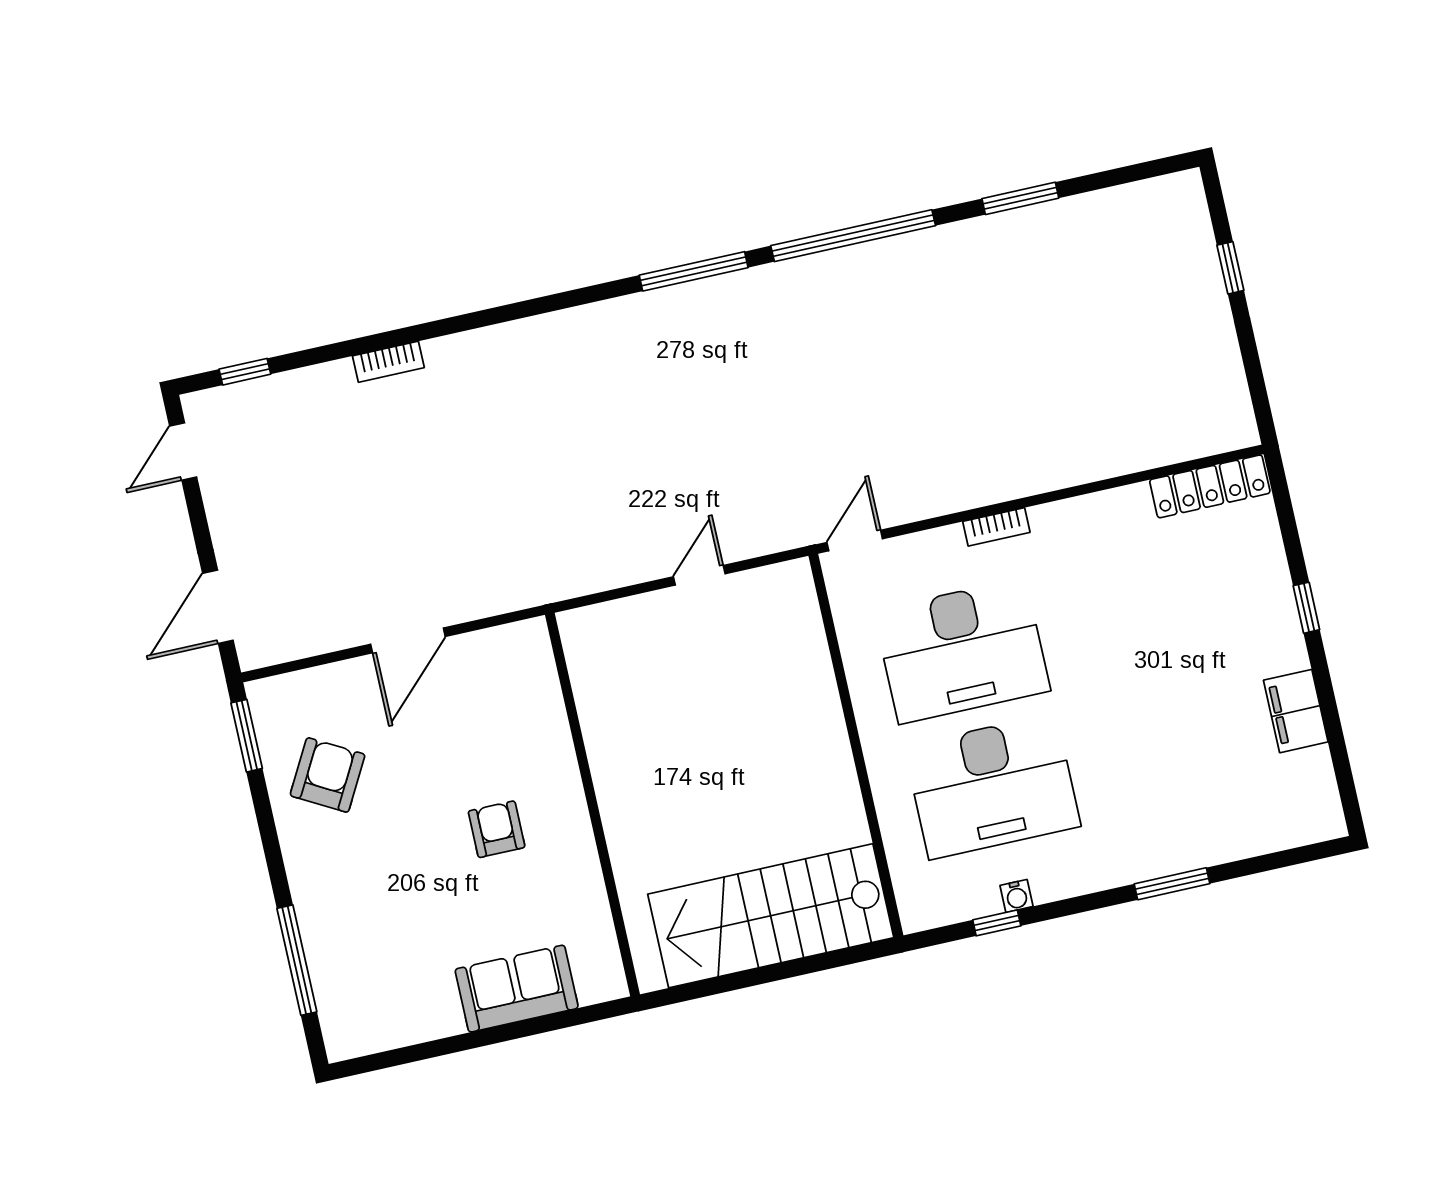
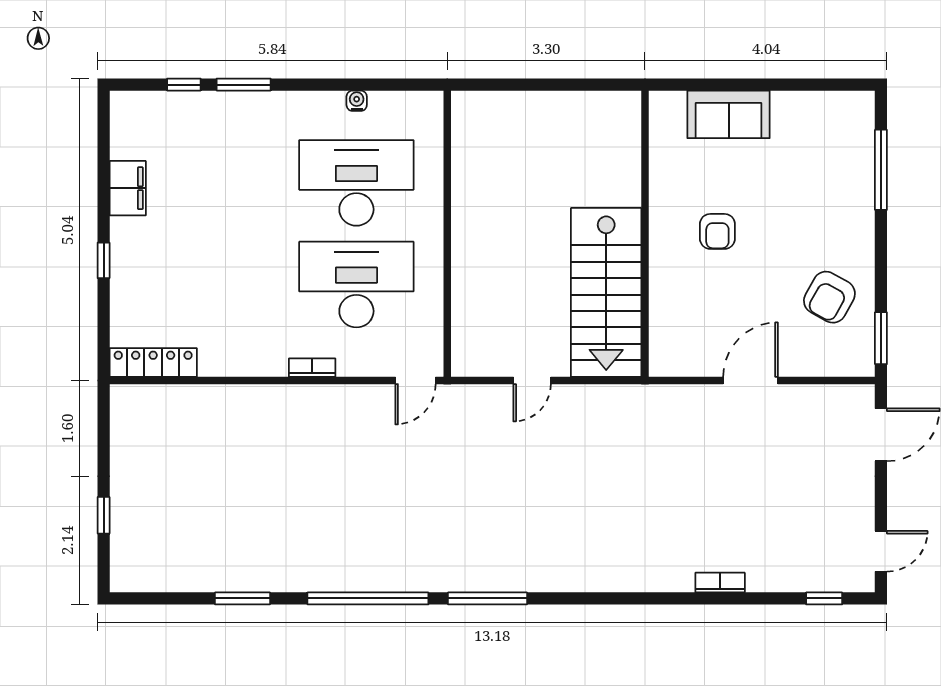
stairs: (771, 916) -> (606, 292), moved, turned 90
window: (997, 923) -> (184, 85), moved

